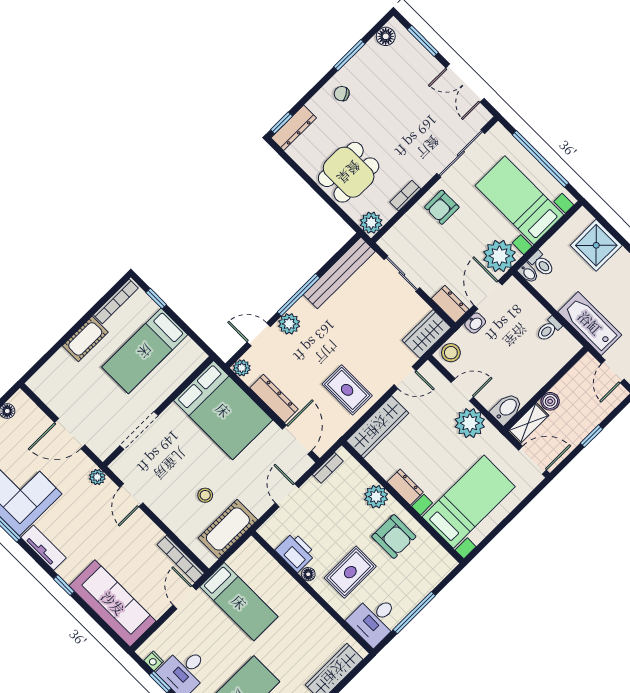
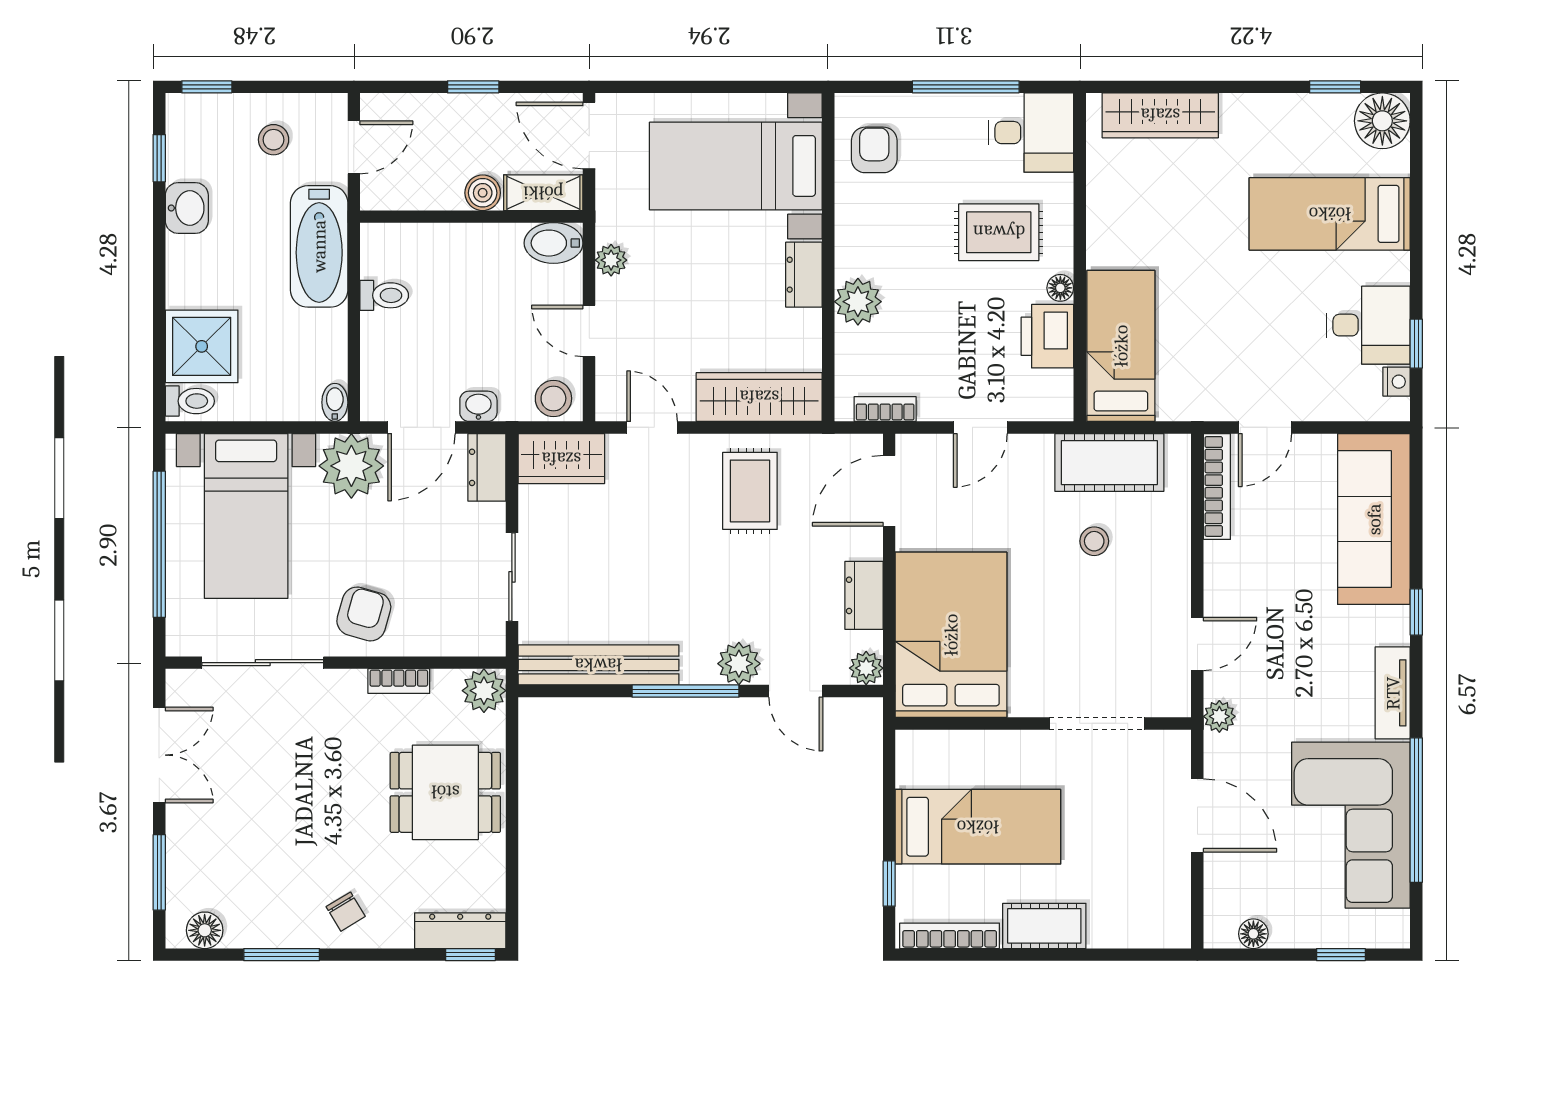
armchair: (442, 207) -> (364, 614), turned -74
toilet: (541, 264) -> (190, 401), moved, turned 90
dresser: (274, 399) -> (864, 595), width x0.70
plant: (470, 423) -> (611, 260), width x0.53, depth x0.53
armchair: (394, 537) -> (874, 150), moved, width x0.72, depth x0.72
bed: (239, 602) -> (1121, 346), moved

